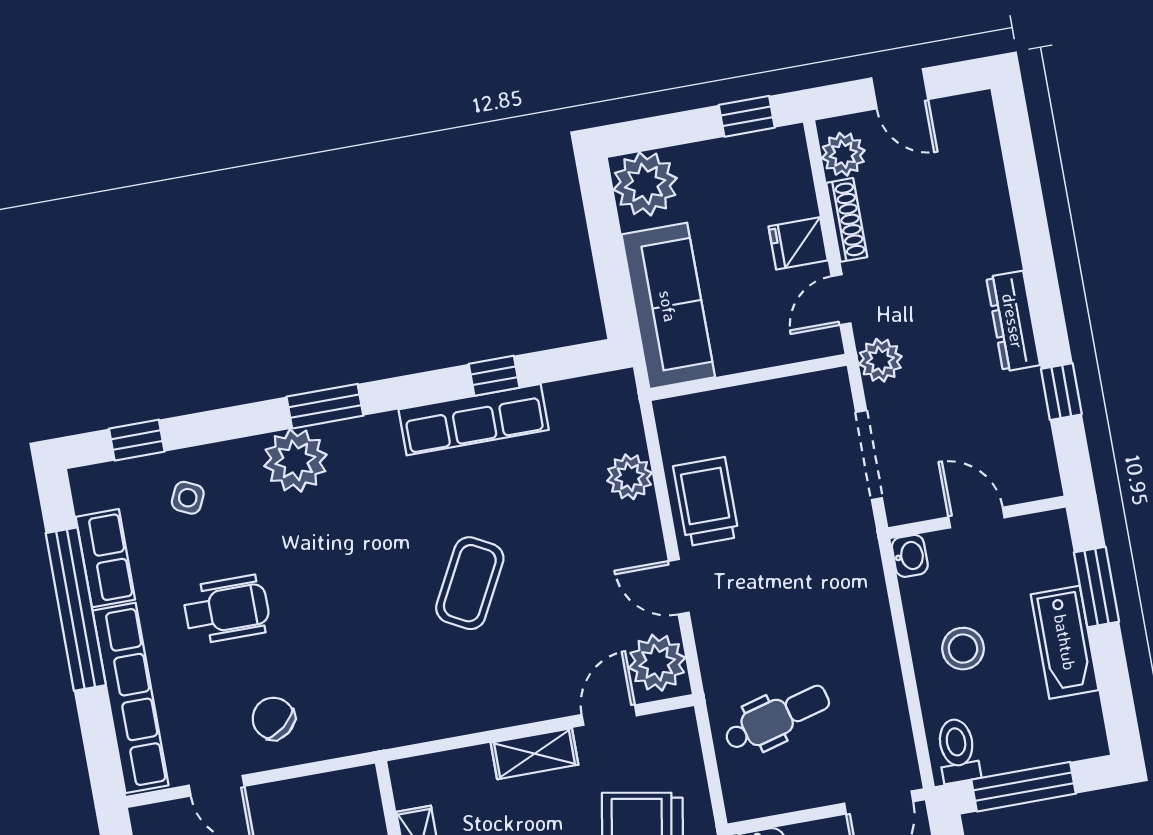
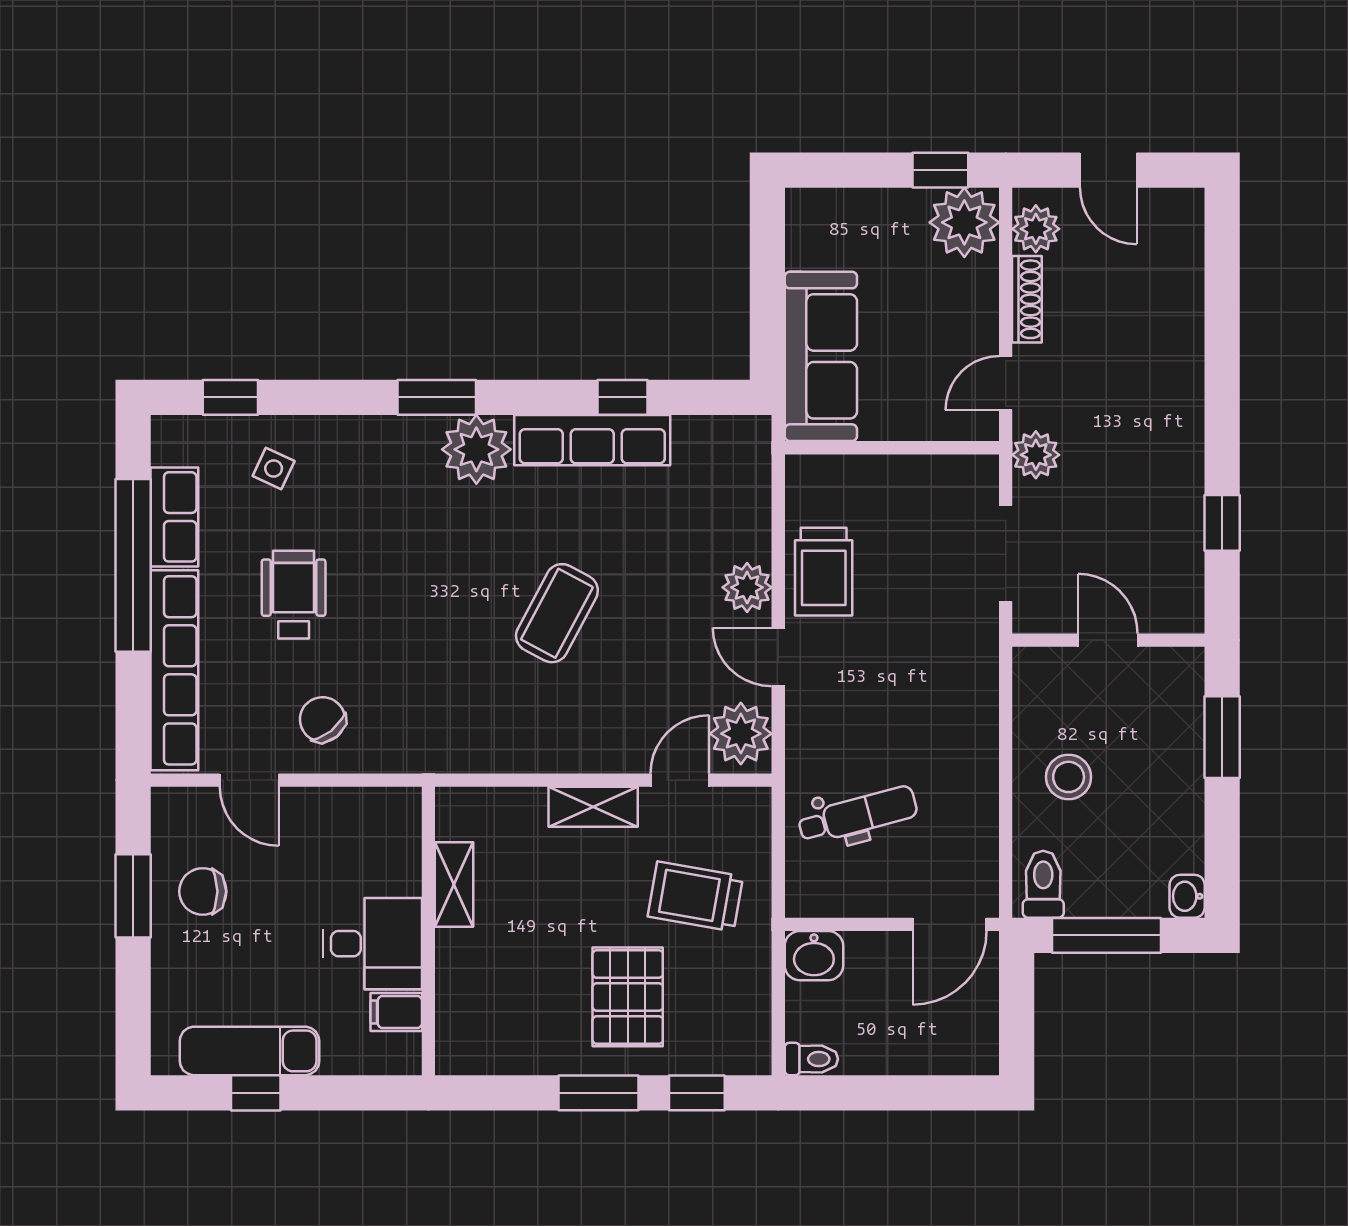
plant: (645, 184) -> (964, 222), moved
fridge: (798, 243) -> (971, 315), removed
dresser: (1013, 321) -> (1184, 439), removed
plant: (295, 460) -> (476, 449), moved
plant: (630, 477) -> (747, 587), moved
trolley: (706, 502) -> (824, 572), turned 180
washbasin: (910, 556) -> (1187, 896), moved, turned 180
wheelchair: (227, 609) -> (294, 595), turned -90
bathtub: (1065, 642) -> (1178, 790), removed

